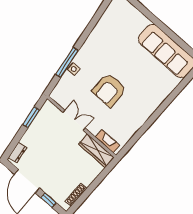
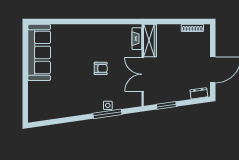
armchair: (109, 90) -> (101, 68), width x0.53, depth x0.53
double door: (74, 120) -> (143, 74), width x1.37
window: (49, 200) -> (213, 43), removed

